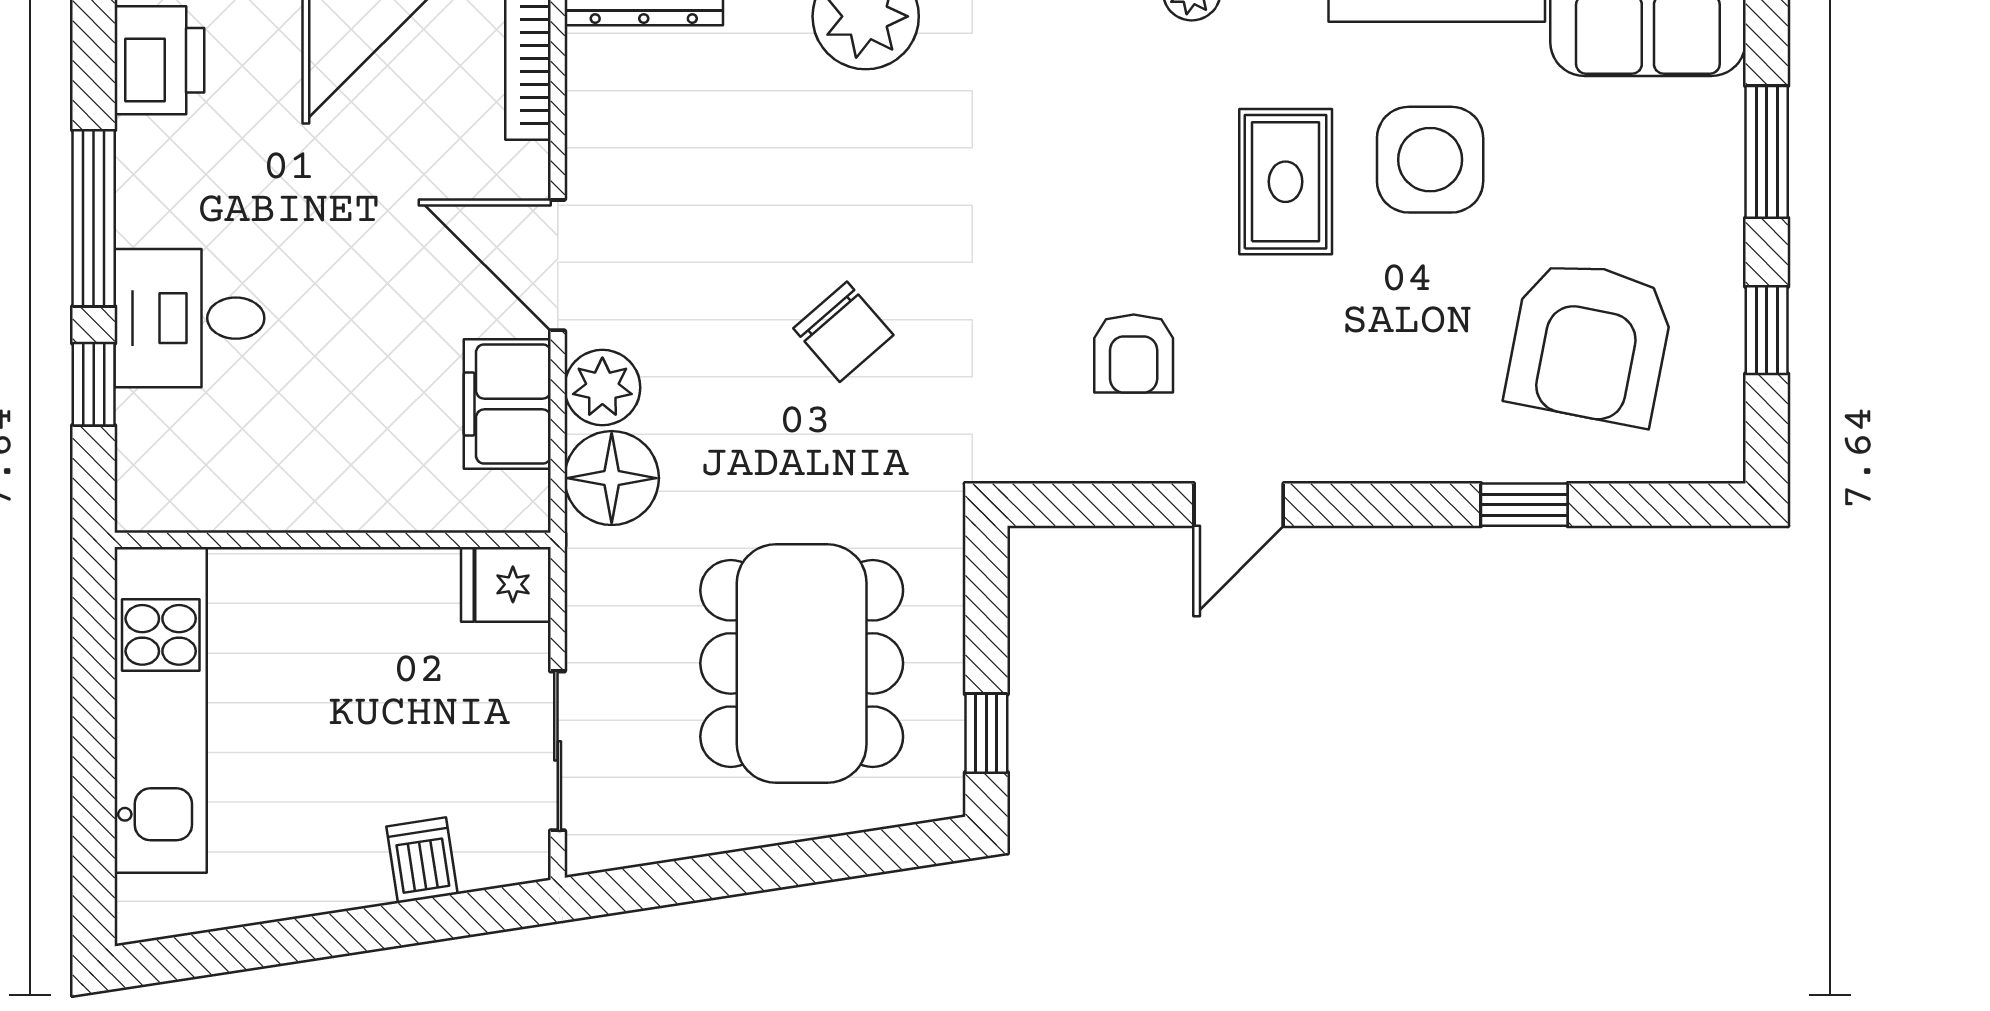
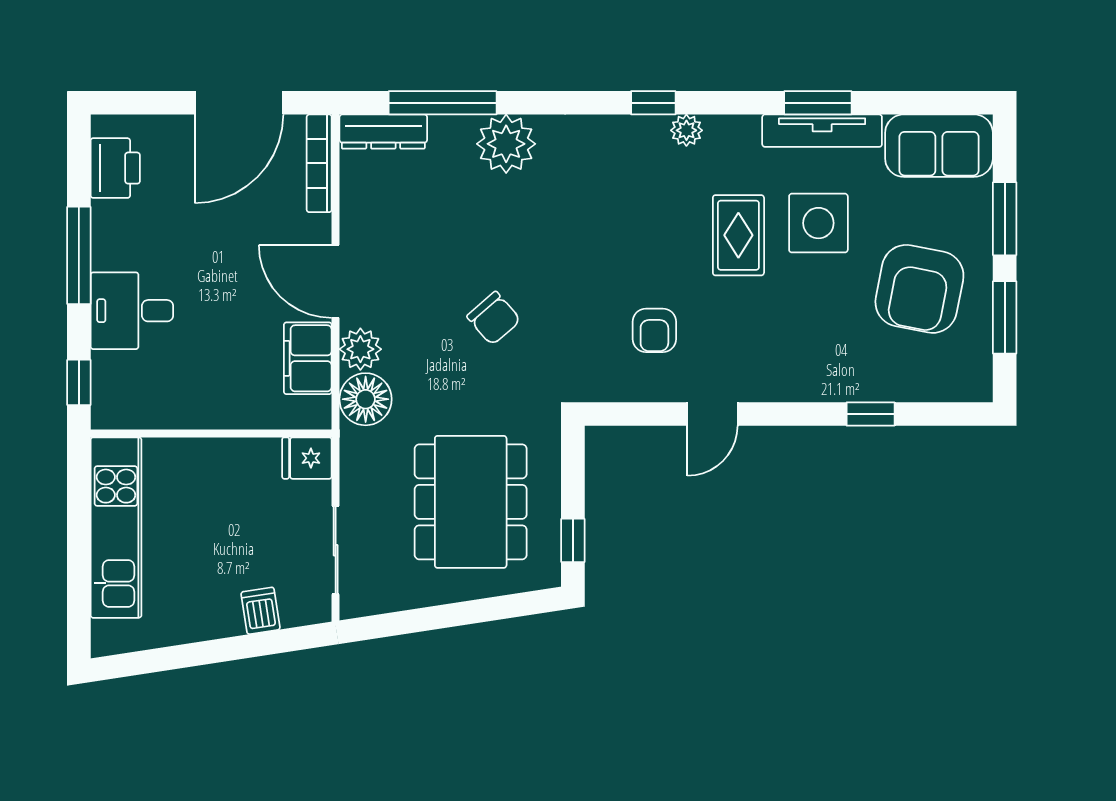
window: (1767, 330) -> (1005, 317), width x1.50
armchair: (1590, 342) -> (919, 289), moved
window: (94, 384) -> (79, 382), moved

